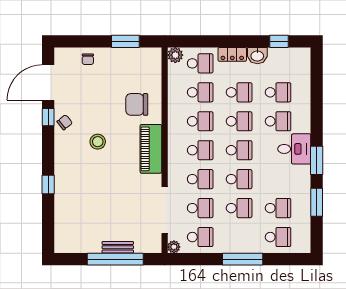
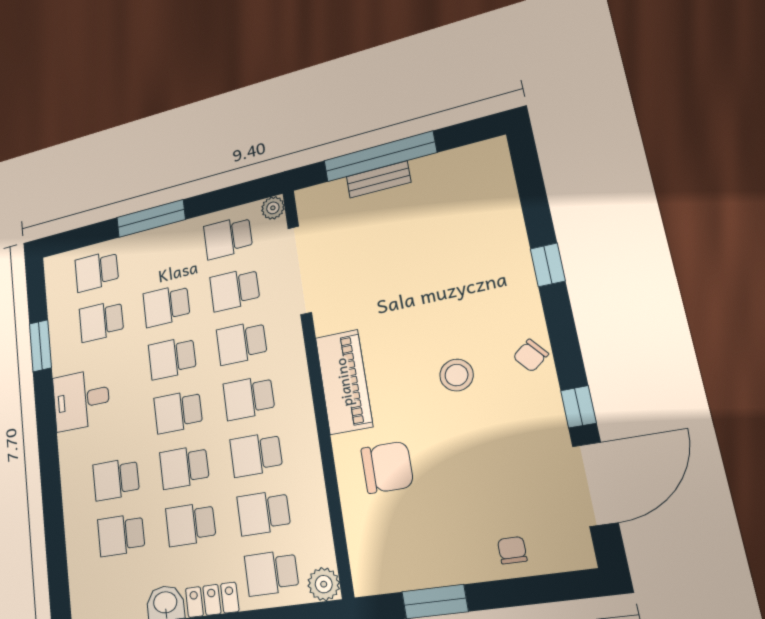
chair: (65, 122) -> (531, 356), moved
desk: (294, 149) -> (81, 400), moved
window: (317, 160) -> (46, 419), removed

